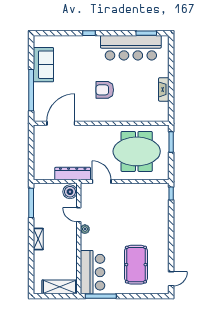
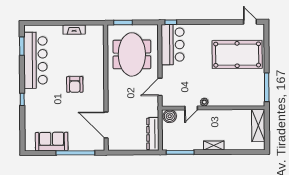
dresser: (73, 173) -> (153, 134), moved
pool table: (136, 265) -> (237, 55), width x1.36, depth x1.32
bar counter: (93, 272) -> (173, 45), moved, turned 90

